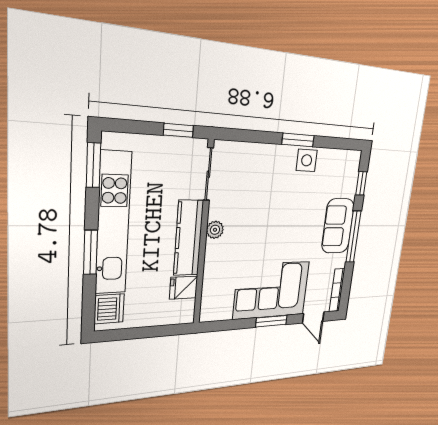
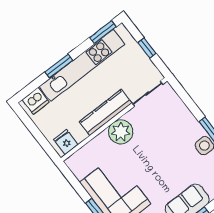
window: (178, 130) -> (147, 48), moved
plant: (215, 230) -> (121, 132), width x1.88, depth x1.88
fridge: (184, 288) -> (66, 142), moved

